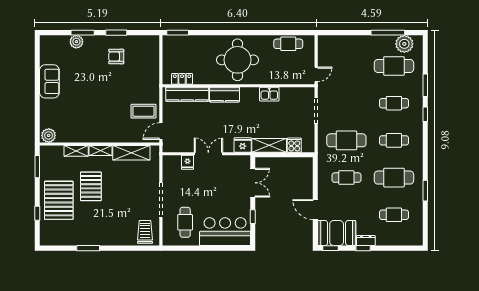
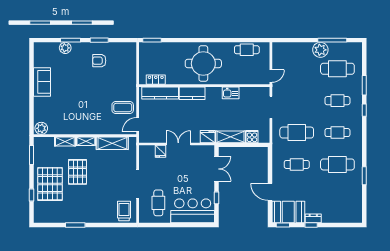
plant: (404, 44) -> (320, 50), moved
cafe table: (394, 215) -> (337, 196), removed

